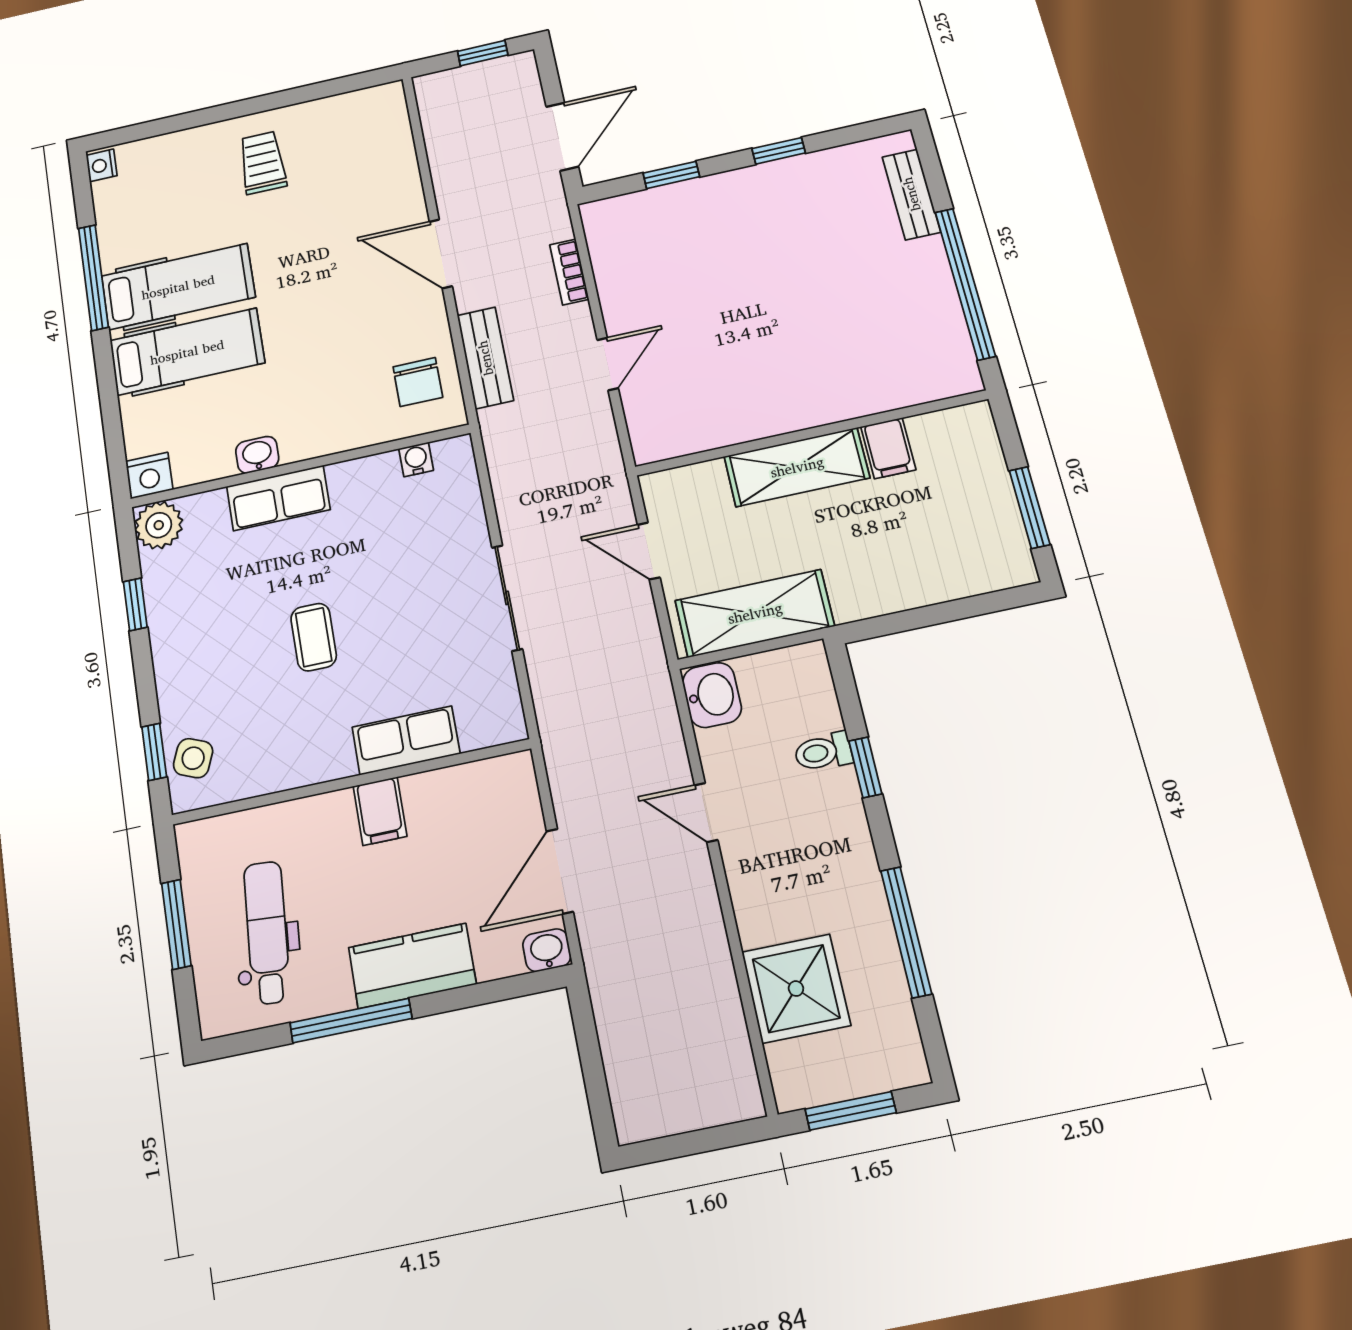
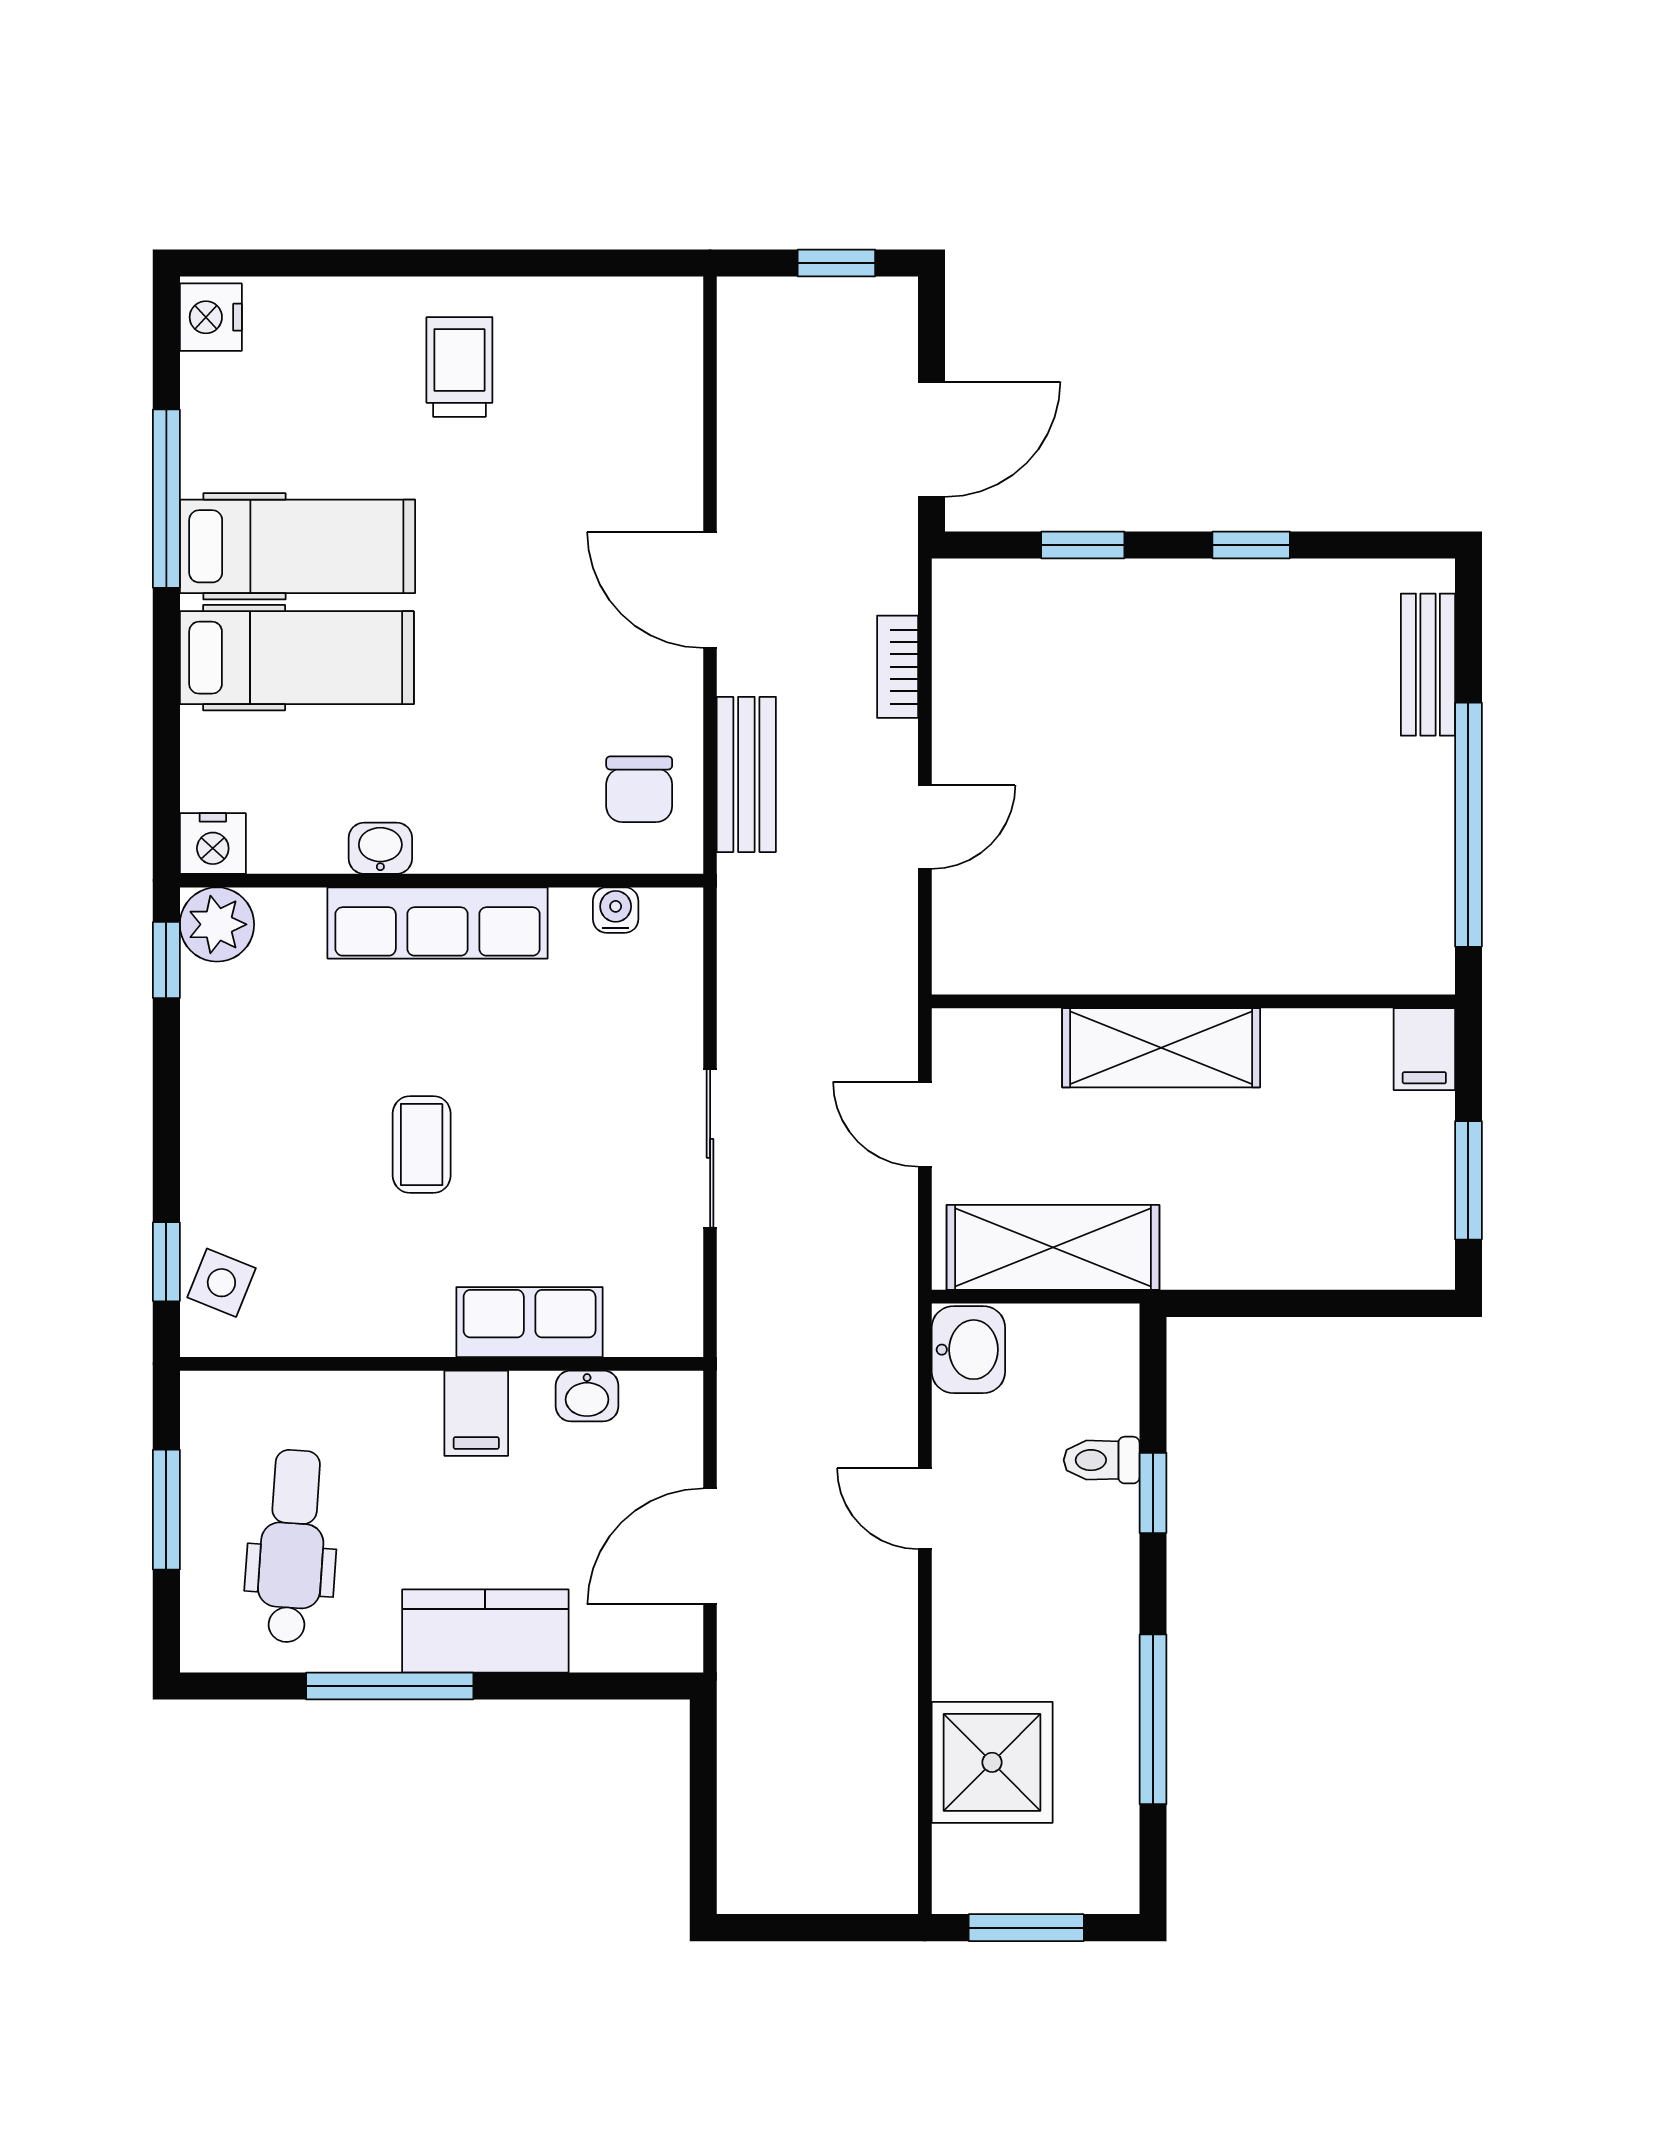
nightstand: (102, 165) -> (211, 317), width x1.39, depth x1.35
filing cabinet: (888, 448) -> (1424, 1049), moved
row of seats: (278, 498) -> (438, 923), width x1.48
window: (135, 604) -> (166, 960), moved
washbasin: (547, 950) -> (587, 1396), moved, turned 180

